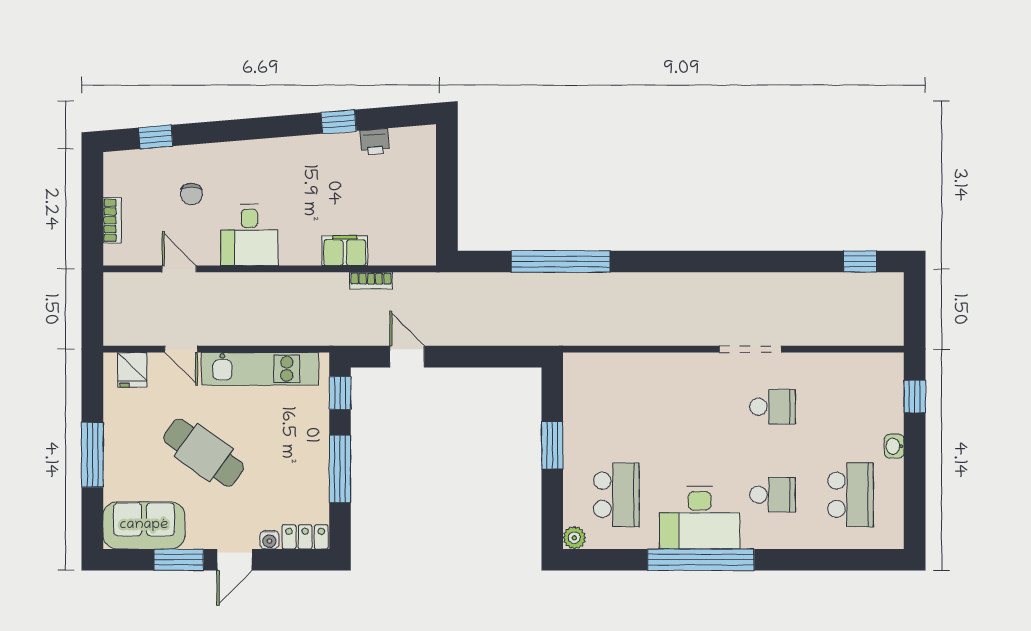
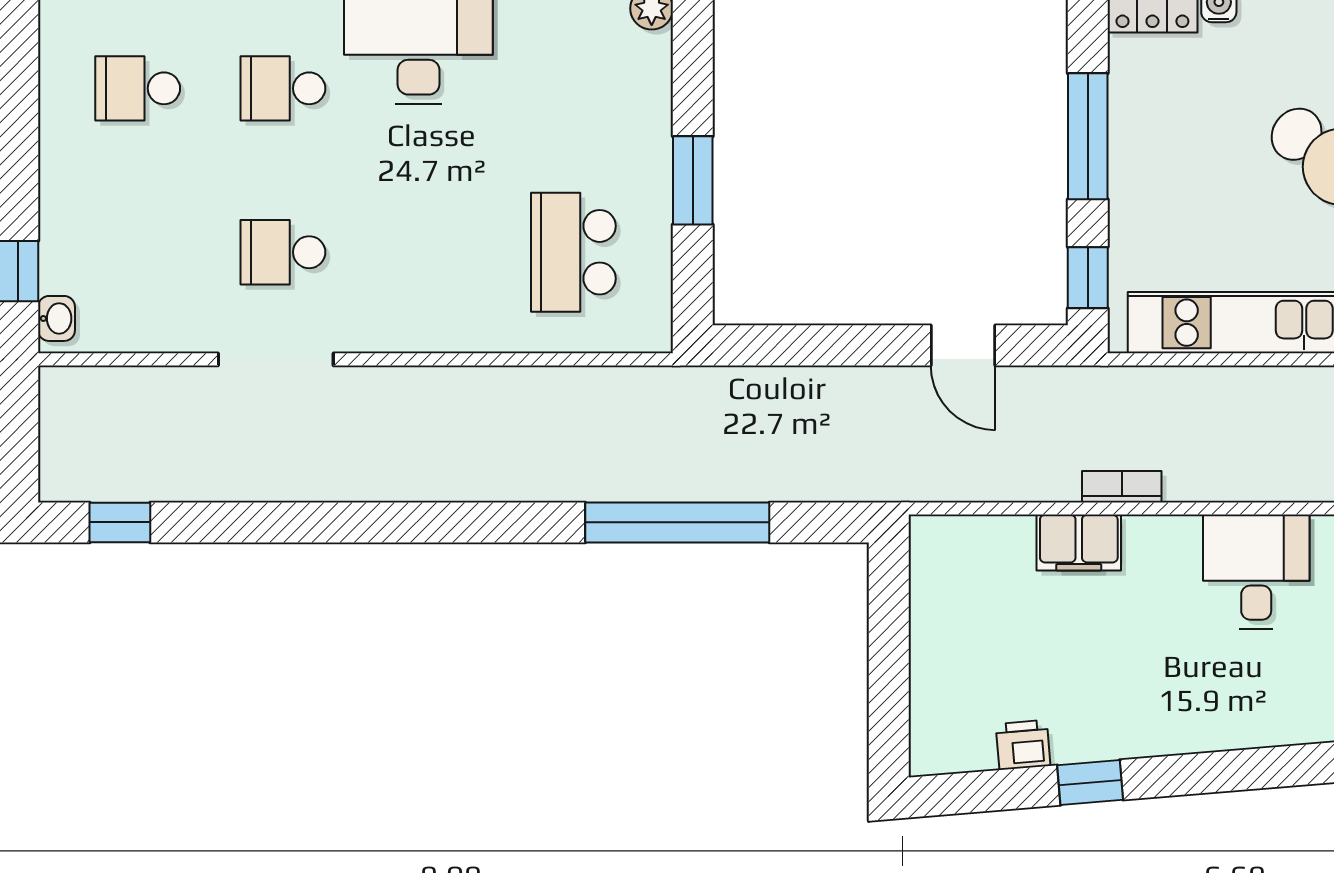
bookcase: (371, 281) -> (1122, 487), moved
doorway: (750, 349) -> (276, 359), moved
washbasin: (894, 446) -> (57, 318), moved
school desk: (616, 495) -> (573, 252), moved
school desk: (851, 495) -> (138, 88), width x0.54

